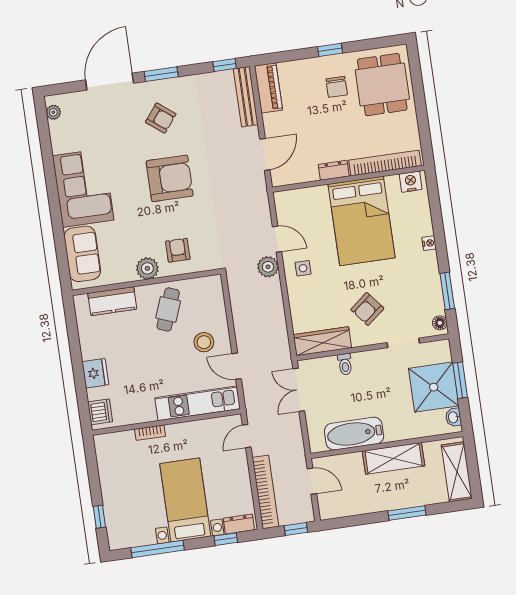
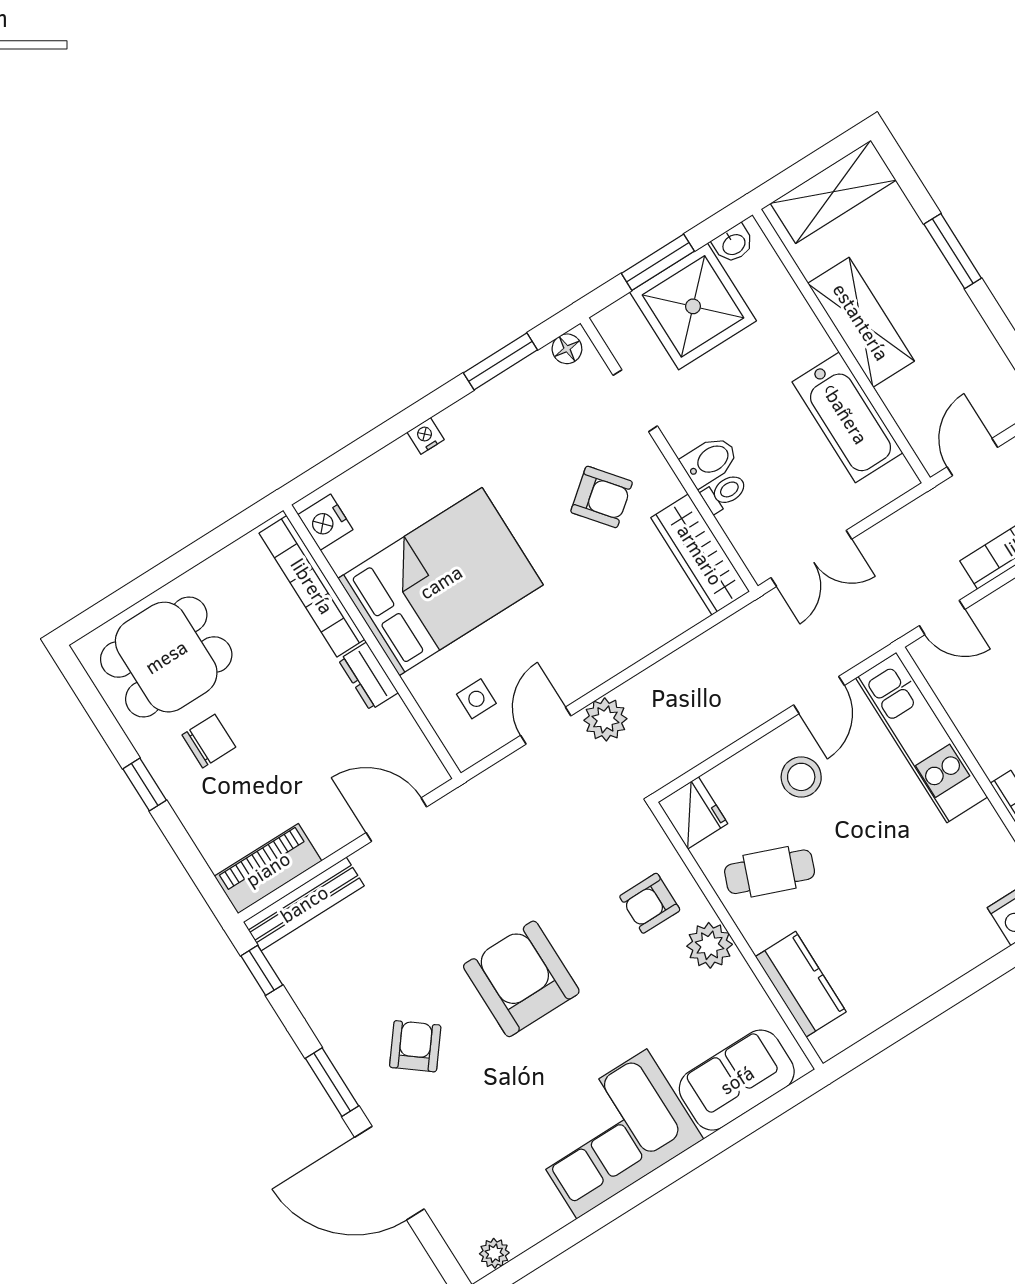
side table: (303, 268) -> (476, 699), moved
bidet: (362, 364) -> (710, 461), added
fridge: (95, 373) -> (693, 813), moved, turned 90

